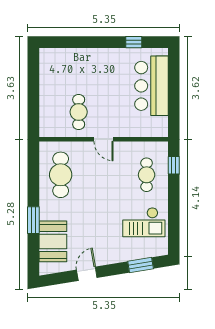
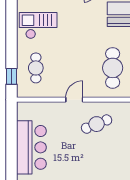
cafe table: (79, 112) -> (97, 124), turned 68
door: (104, 139) -> (74, 100), hinge flipped

